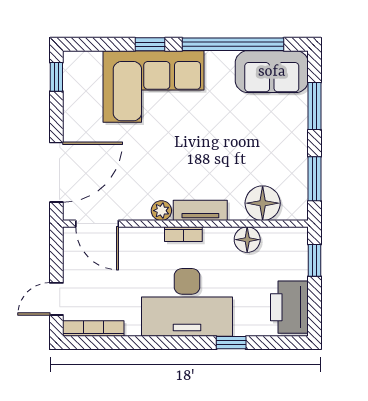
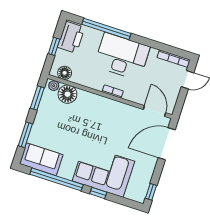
tv unit: (200, 210) -> (100, 101), removed
plant: (161, 211) -> (54, 86), moved
floor lamp: (247, 240) -> (65, 73), moved
window: (314, 260) -> (54, 46), moved
window: (231, 343) -> (106, 29), width x3.17

